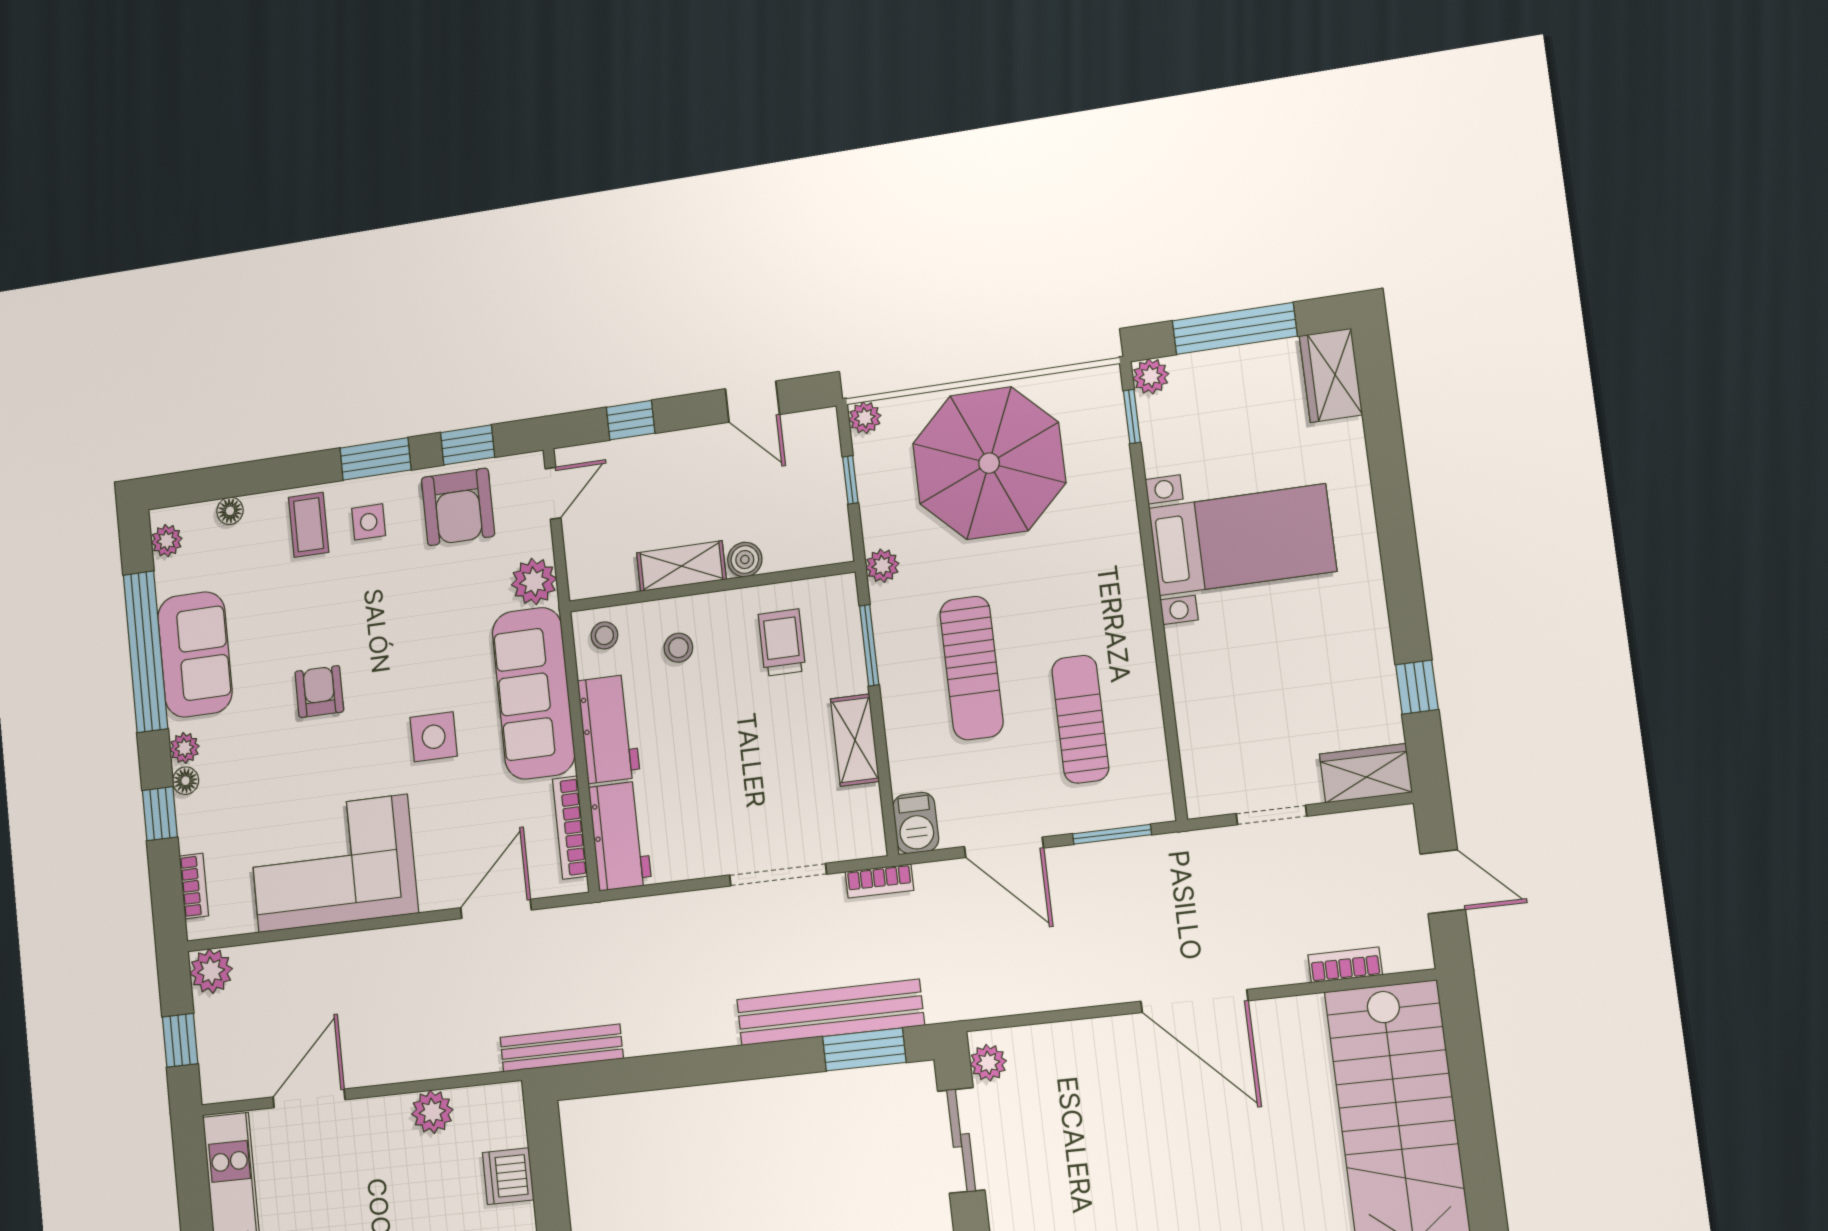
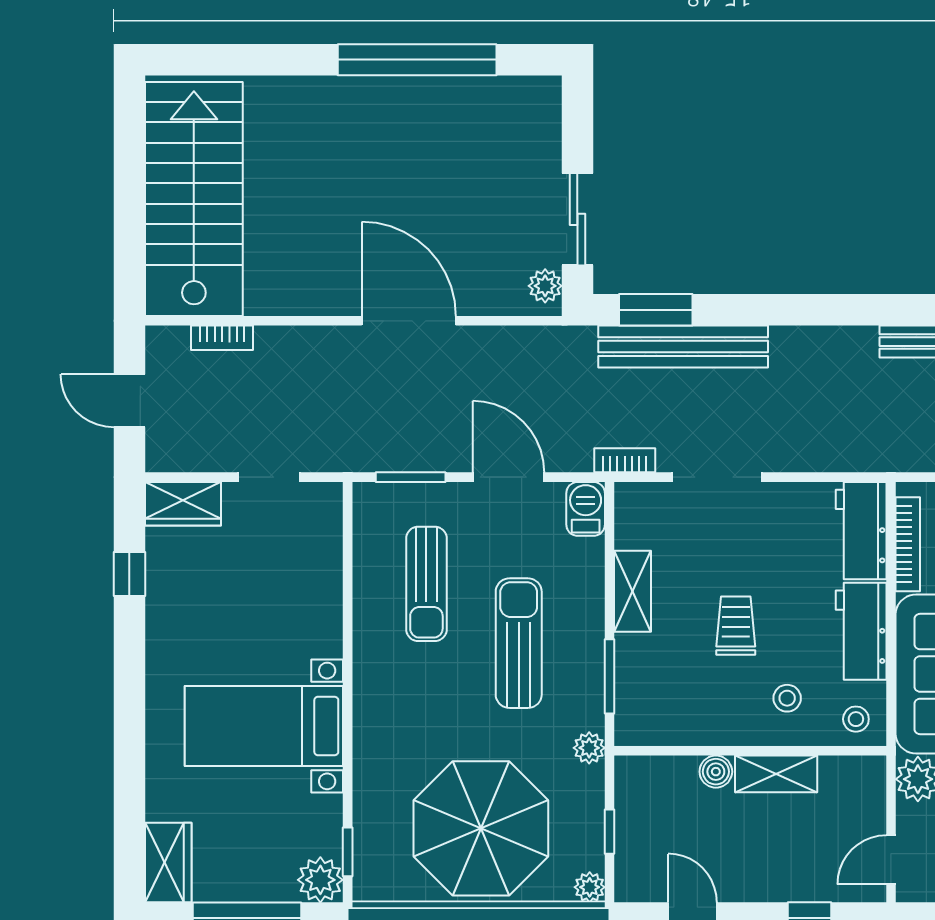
plant: (1151, 376) -> (320, 880), width x1.38, depth x1.38
trolley: (782, 643) -> (736, 626), moved, turned 180
door: (1194, 1001) -> (409, 321), moved

